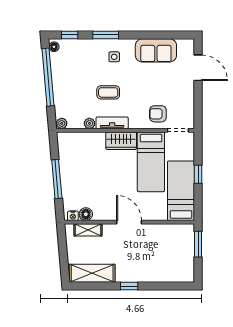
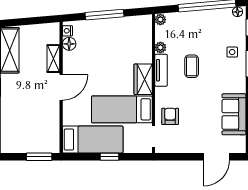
side table: (114, 57) -> (232, 52), moved
shelving: (88, 230) -> (53, 59), moved

